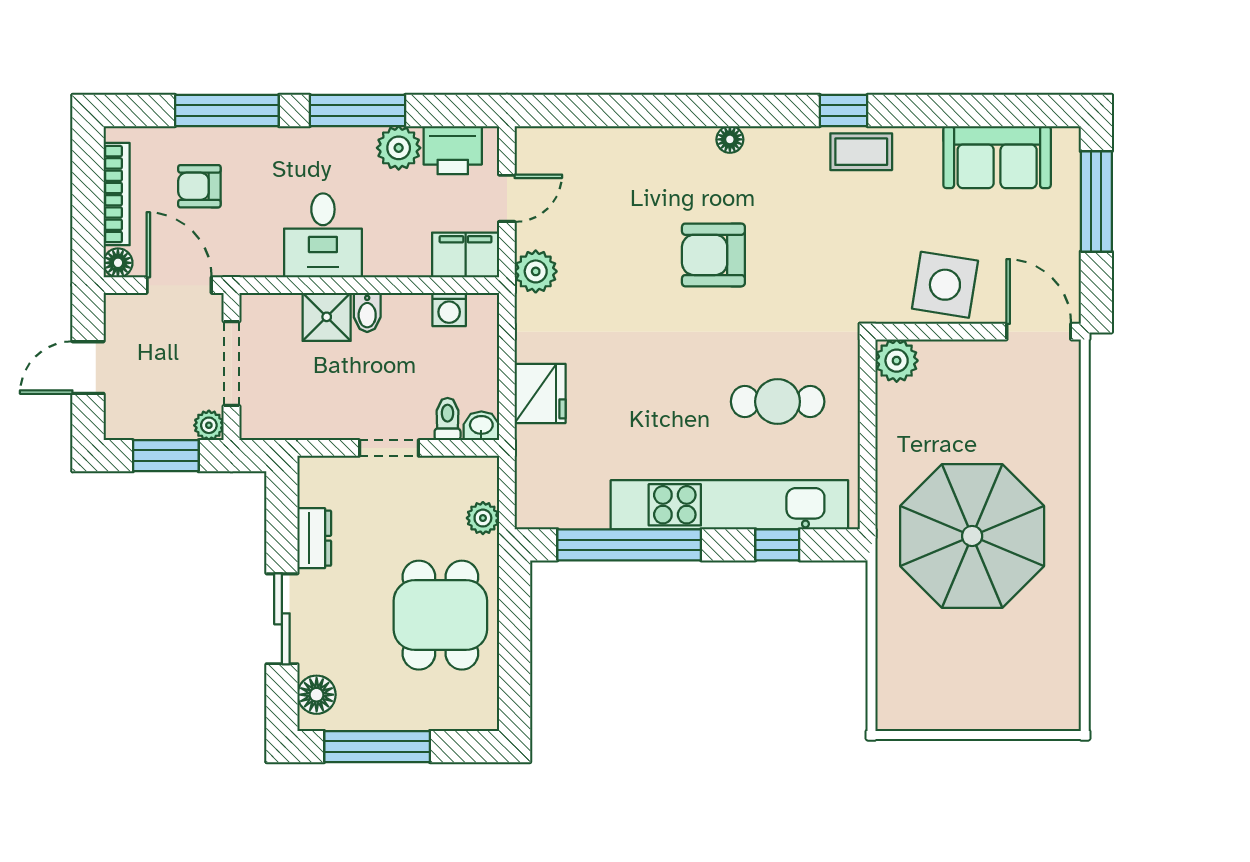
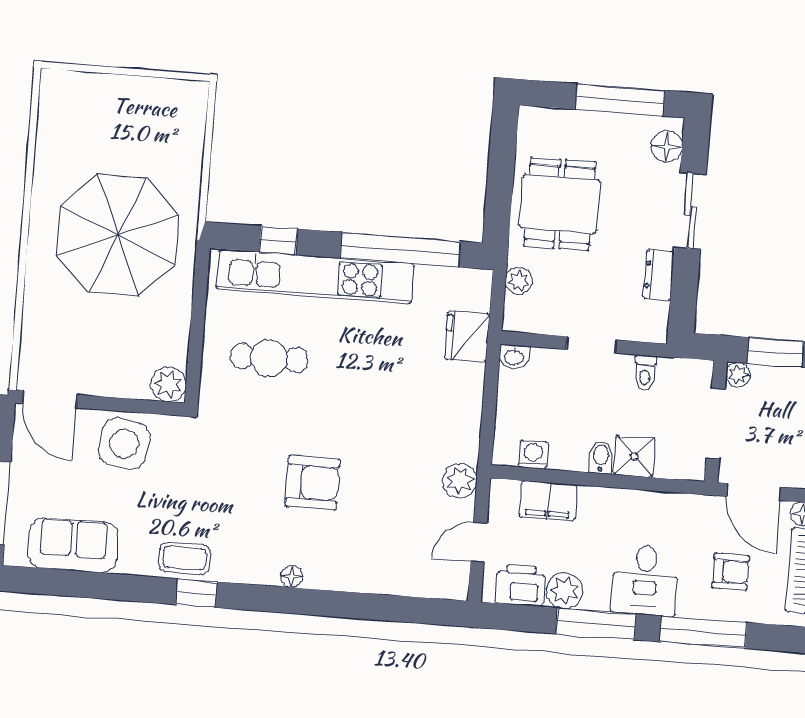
desk: (323, 235) -> (645, 580), moved, turned 180
filing cabinet: (466, 255) -> (548, 501), moved
fridge: (540, 393) -> (467, 336), moved
toilet: (448, 419) -> (645, 373), moved

